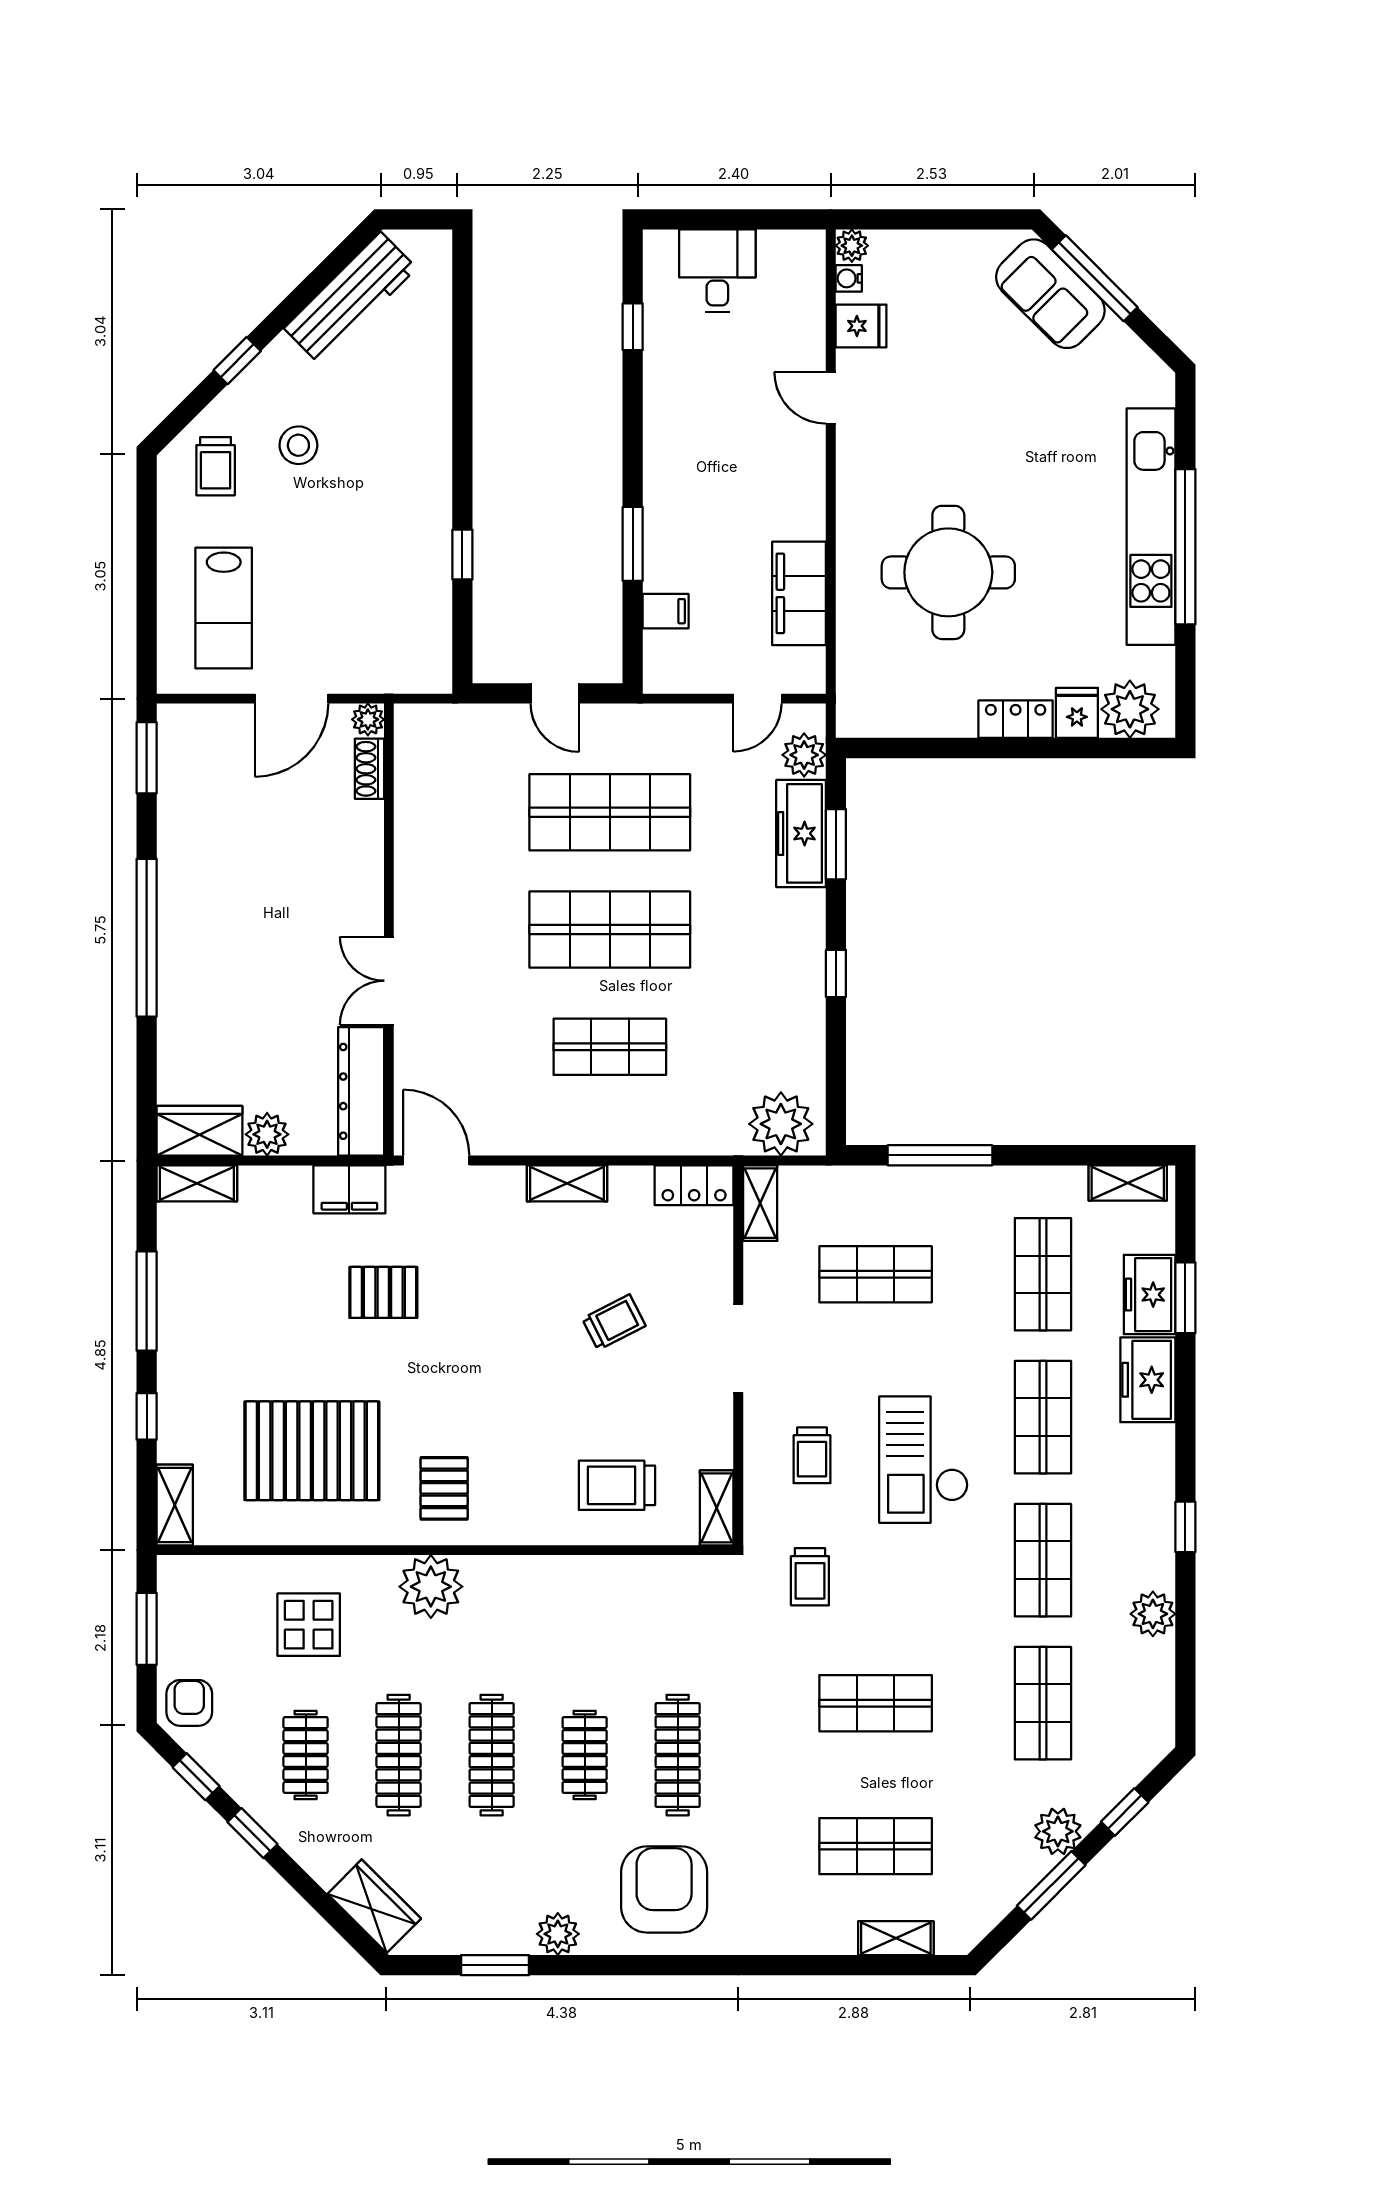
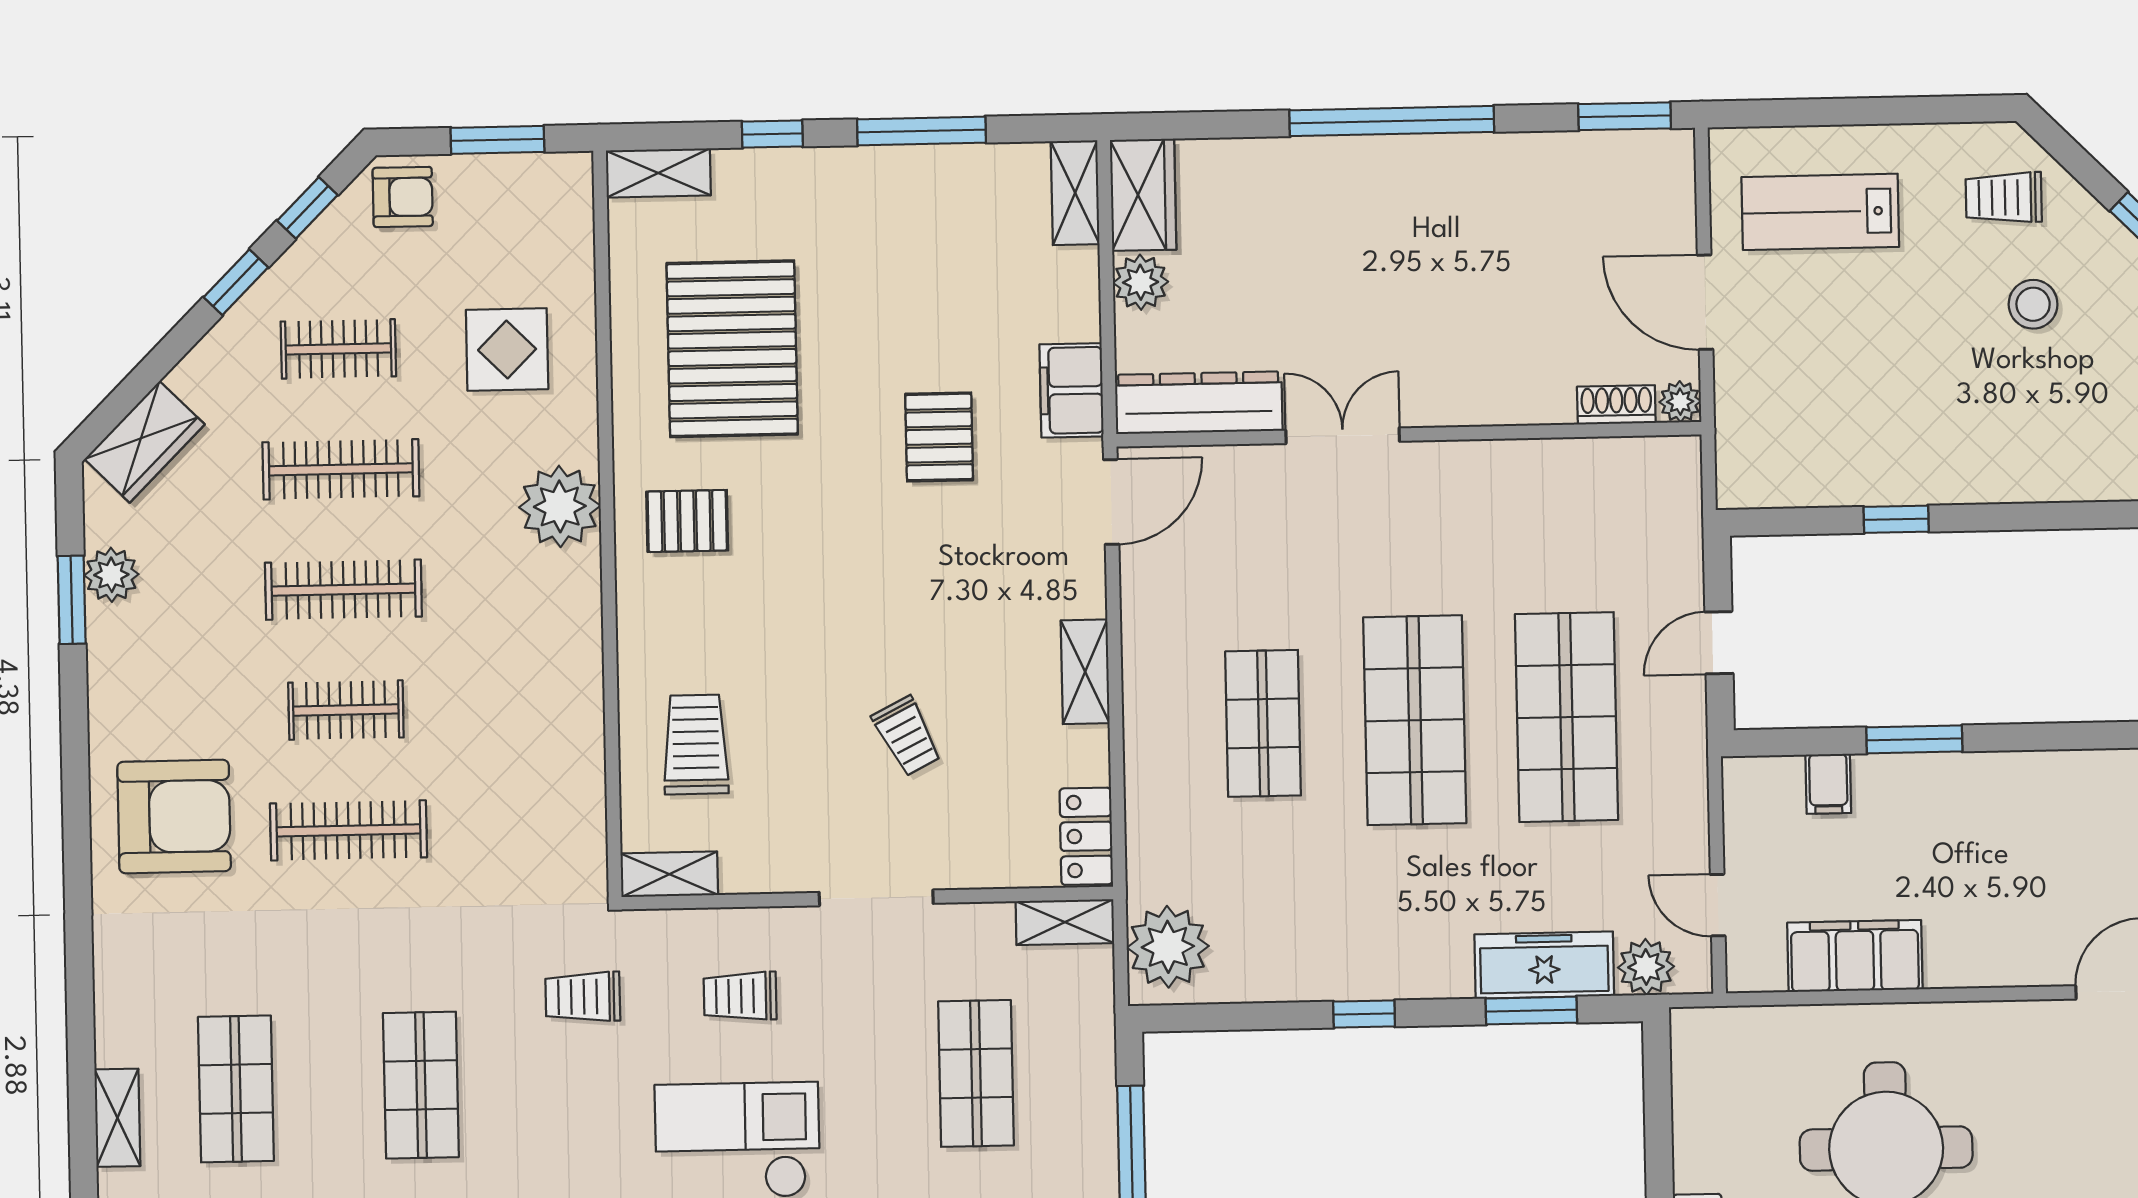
plant: (558, 1934) -> (111, 575), moved

